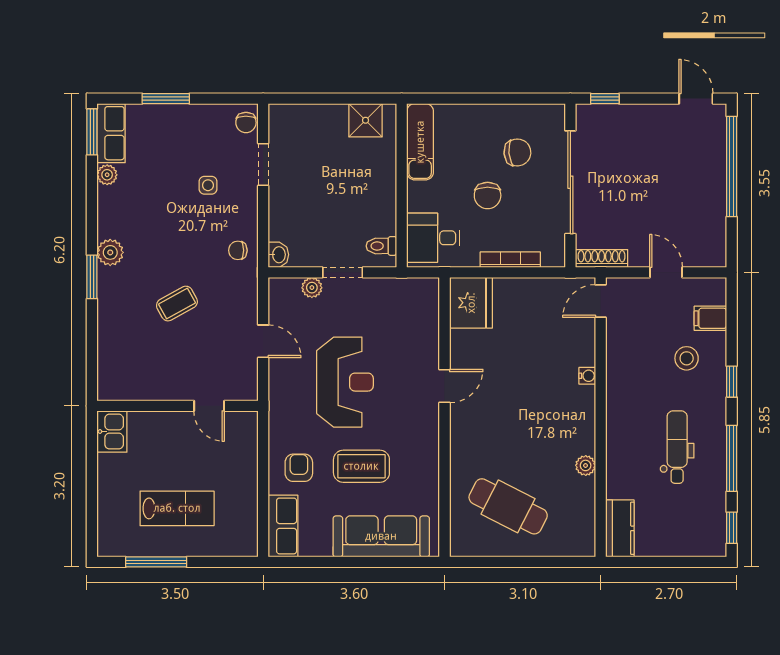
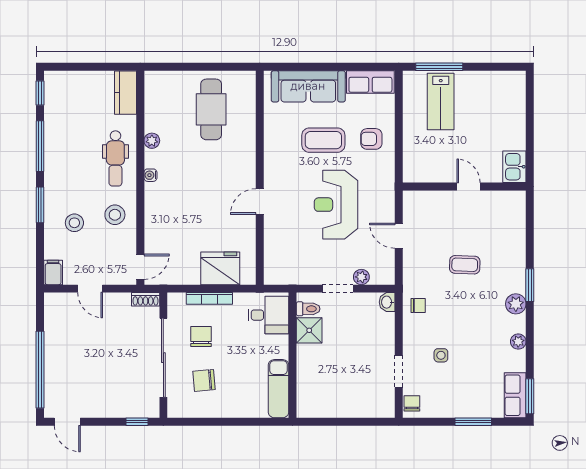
shower: (366, 120) -> (309, 330), moved
plant: (107, 175) -> (518, 342), moved
chair: (488, 195) -> (201, 336), moved
shoe rack: (602, 258) -> (146, 299), width x0.70
fridge: (471, 303) -> (220, 268), moved, turned 90
coffee table: (177, 304) -> (465, 265), turned 31
filing cabinet: (710, 318) -> (53, 272), moved, turned -90
stool: (634, 369) -> (115, 215), added
water cooler: (587, 376) -> (150, 175), moved
window: (732, 382) -> (40, 205), width x1.50
door: (209, 406) -> (468, 186), moved
dental chair: (677, 447) -> (115, 158), moved
armchair: (299, 468) -> (371, 139), turned 90
cafe table: (508, 506) -> (211, 109), turned 63
lab bench: (177, 508) -> (441, 102), moved, turned -90
row of seats: (283, 526) -> (370, 82), moved, turned -90
window: (156, 562) -> (439, 67), moved

